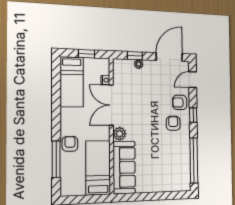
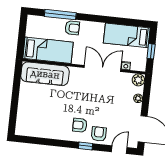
window: (135, 56) -> (146, 96), removed
door: (193, 80) -> (119, 150), hinge flipped
armchair: (173, 123) -> (80, 125), turned 180
plant: (120, 134) -> (138, 80), moved
window: (194, 160) -> (43, 141), removed

